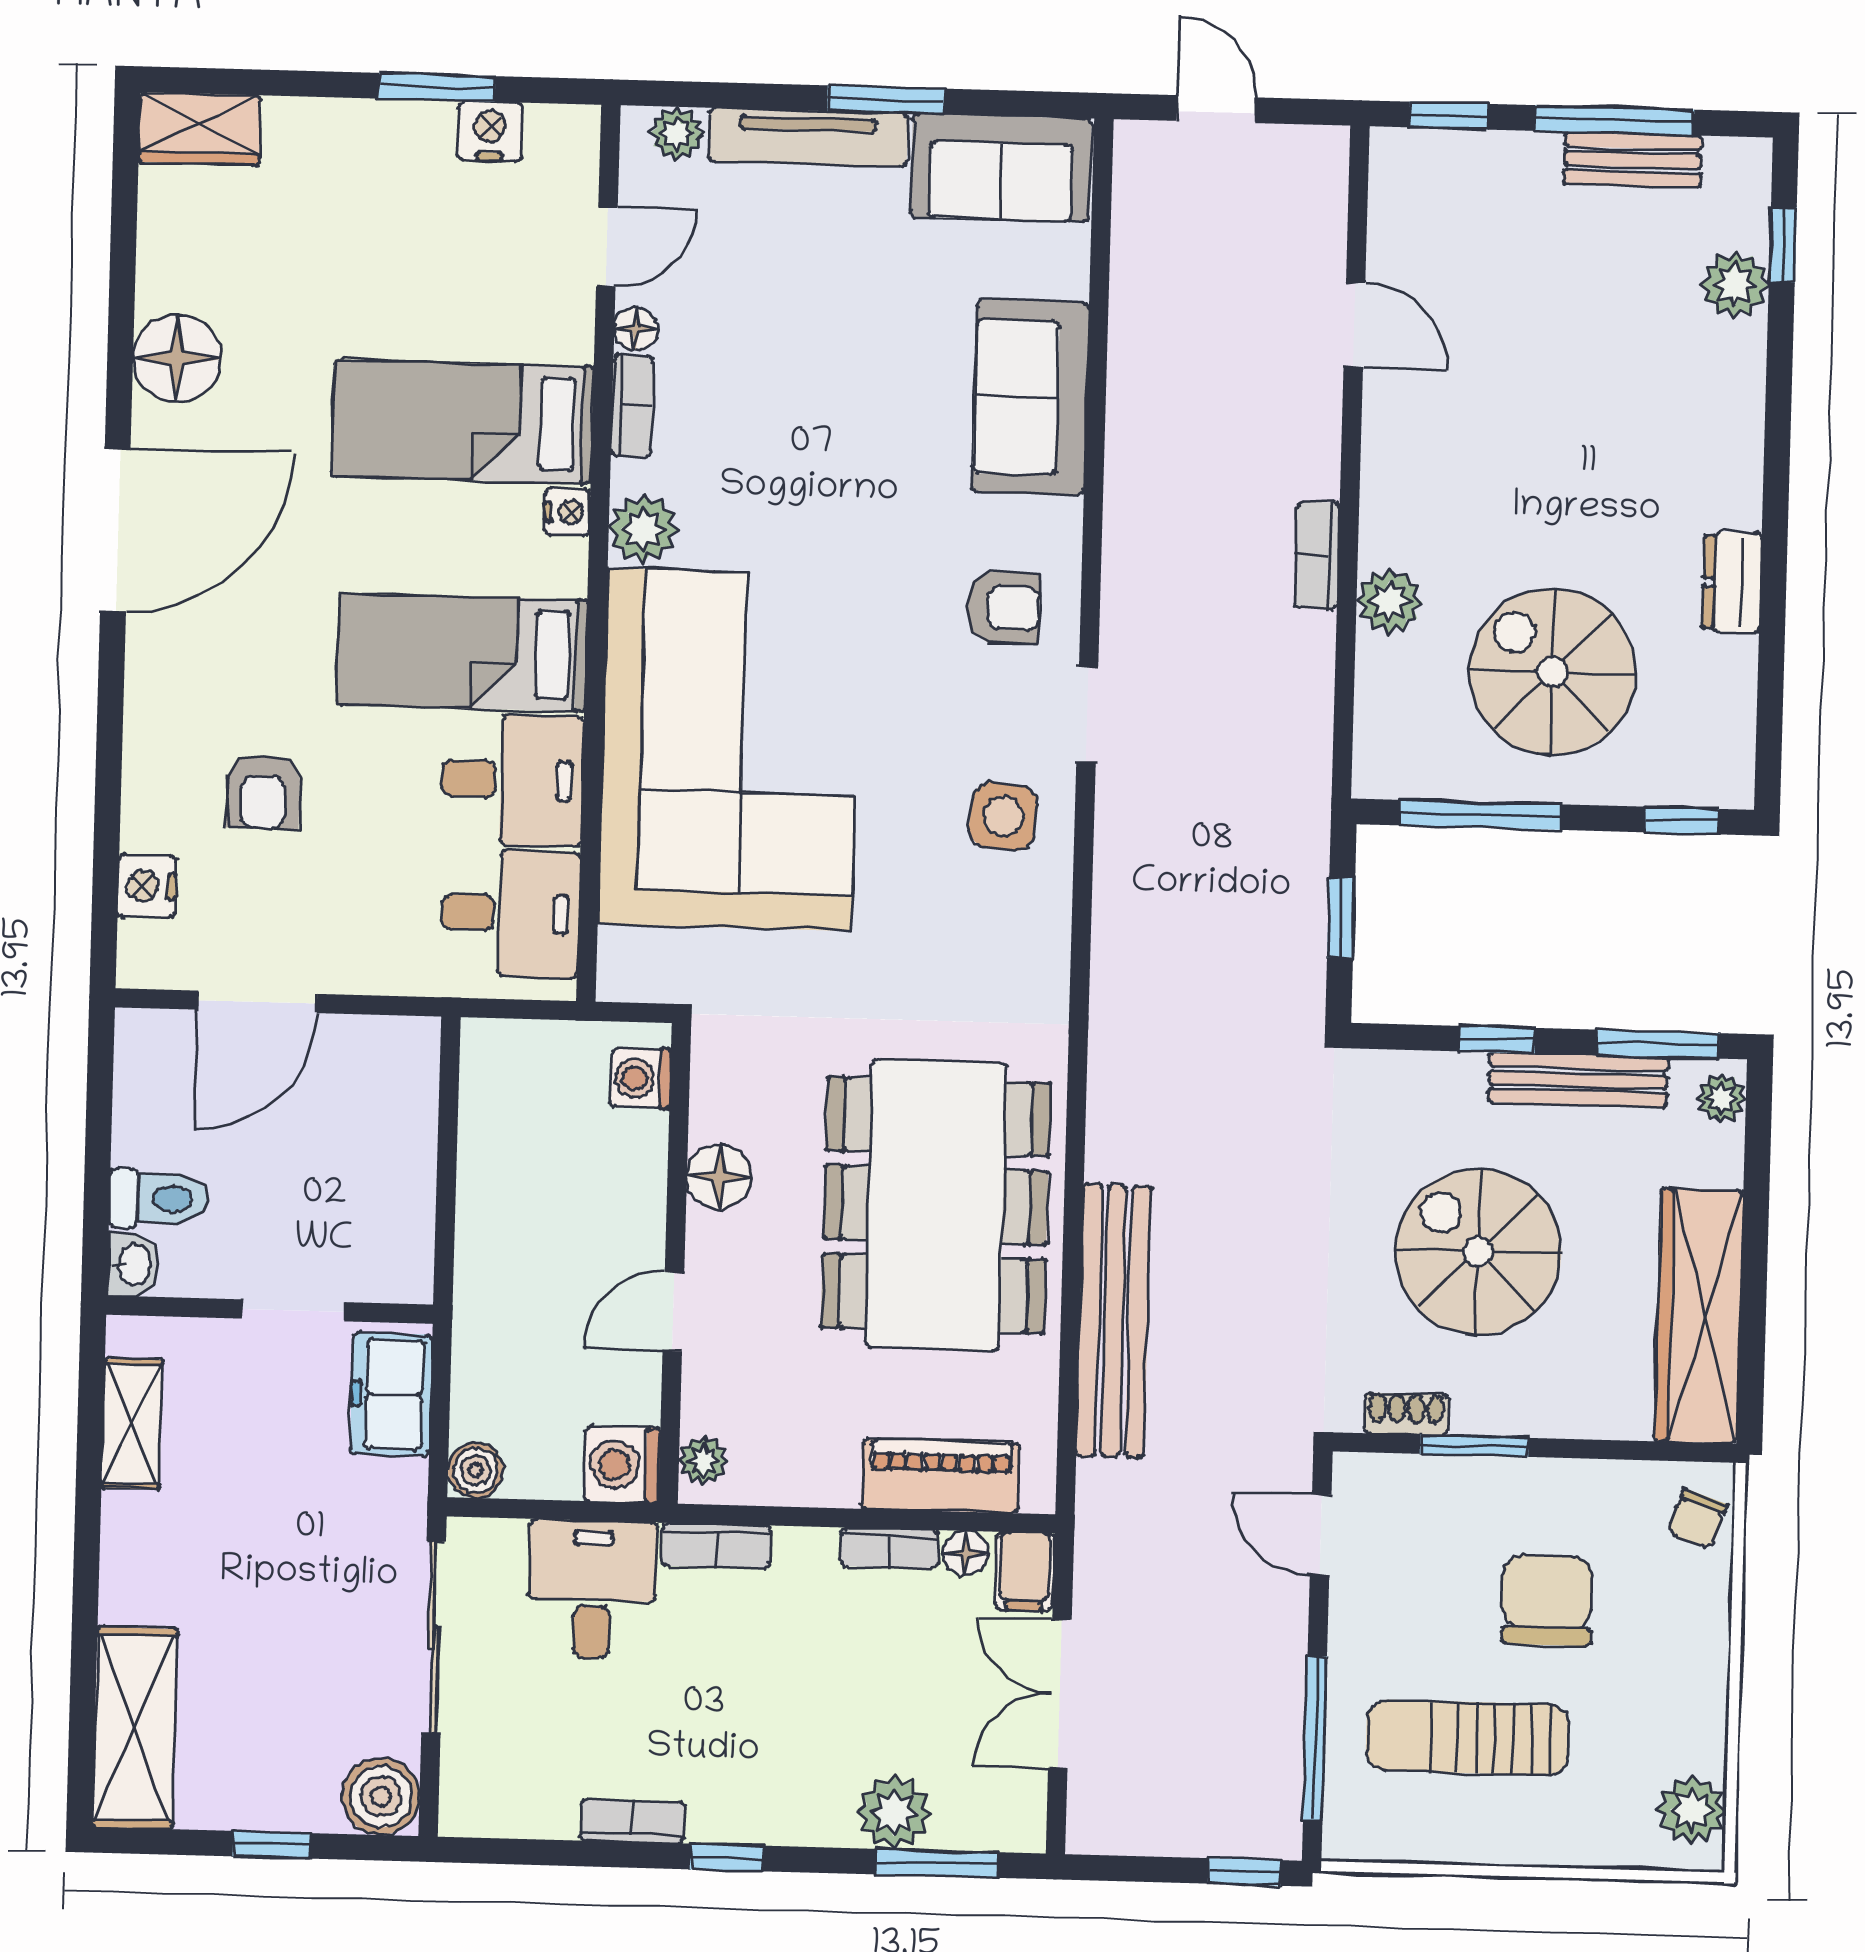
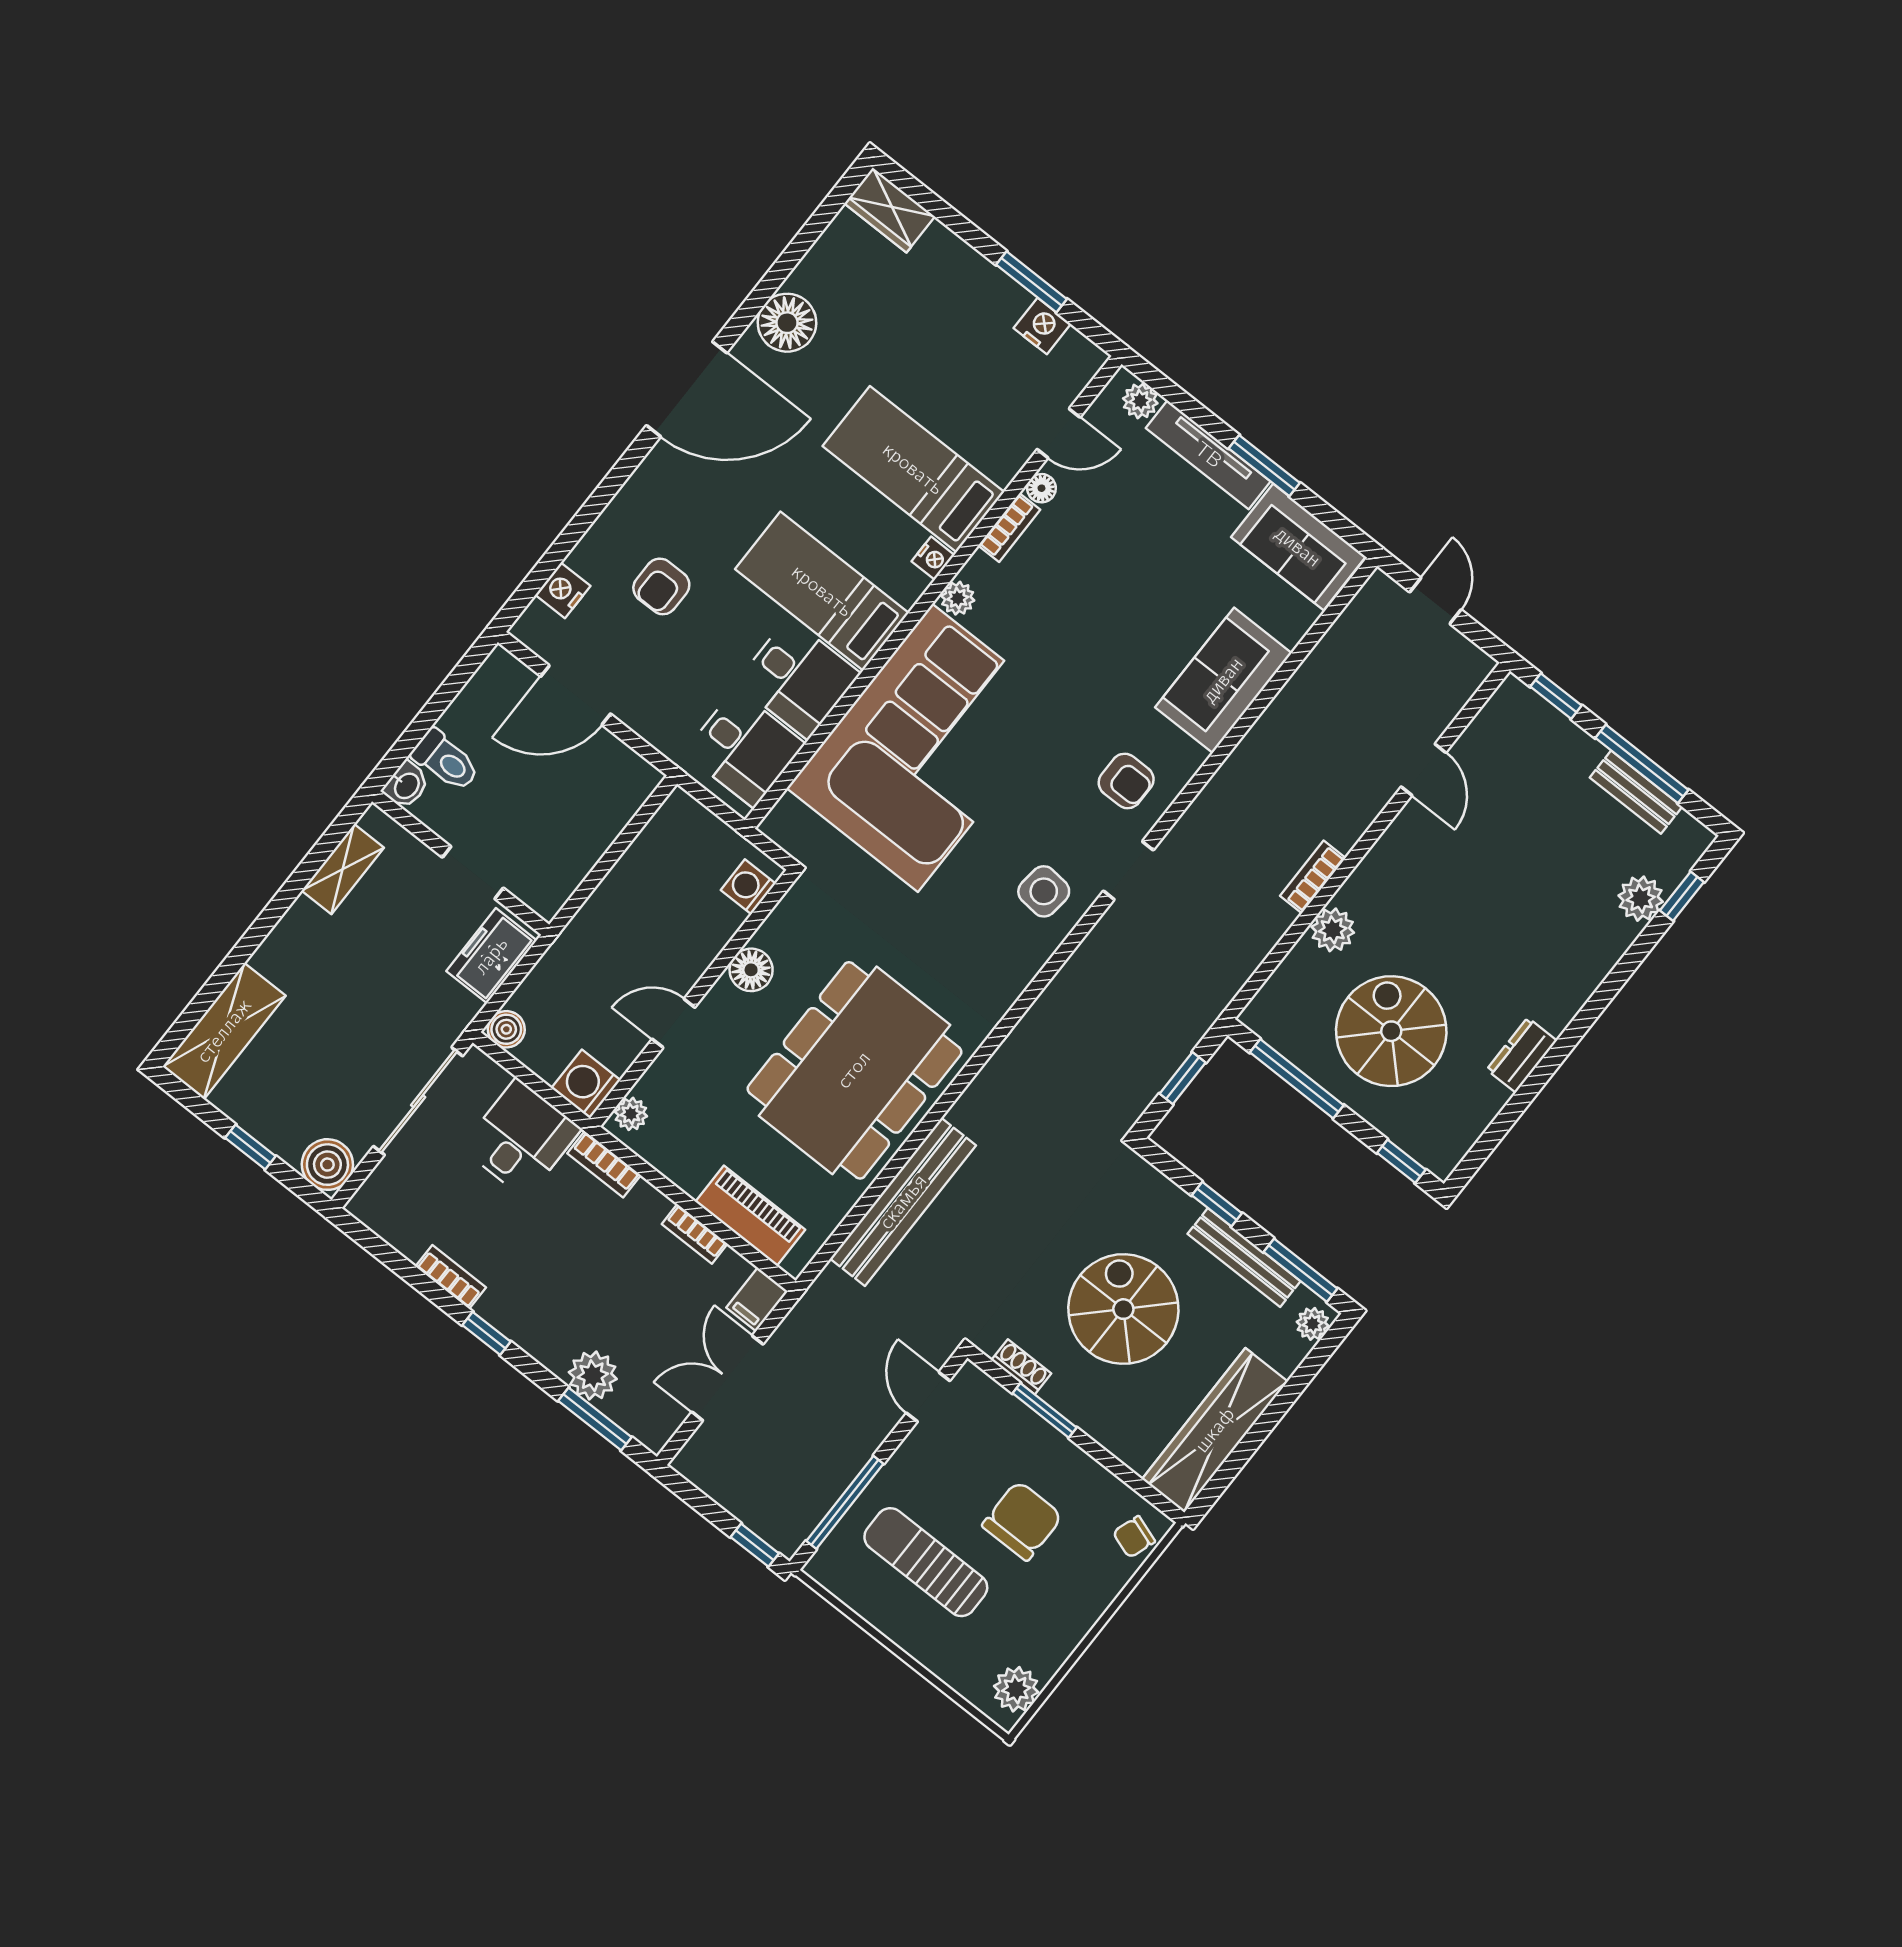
plant: (643, 529) -> (958, 598), width x0.73, depth x0.73
floor lamp: (965, 1553) -> (733, 1266), removed

